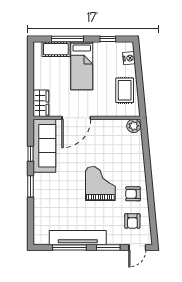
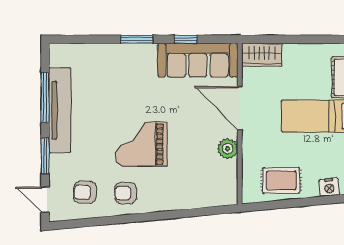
plant: (134, 126) -> (228, 149), moved
grand piano: (100, 183) -> (141, 144), turned 180
armchair: (133, 194) -> (126, 193), turned -90

